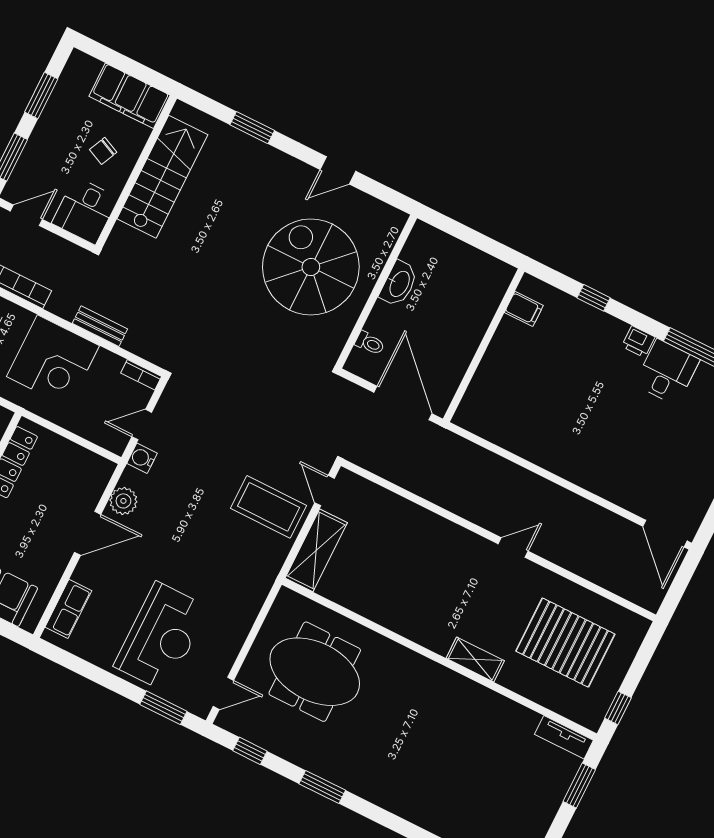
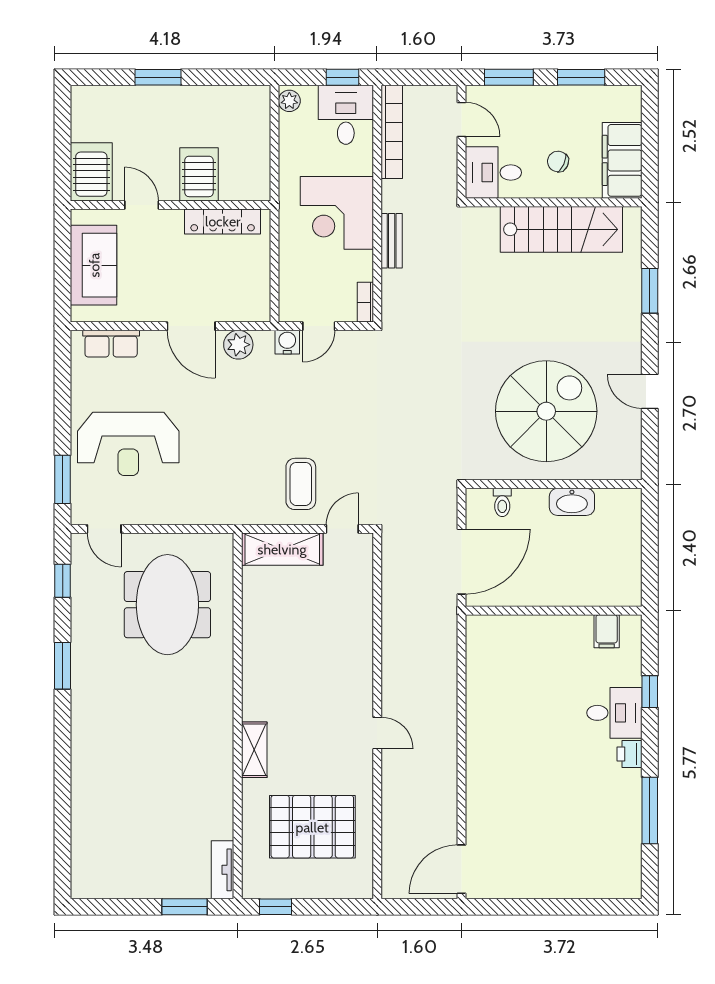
desk: (667, 372) -> (614, 713), moved
door: (142, 425) -> (319, 326), swing flipped
coffee table: (269, 507) -> (301, 484), width x0.73, depth x0.76
pallet: (565, 643) -> (312, 827), turned 90

